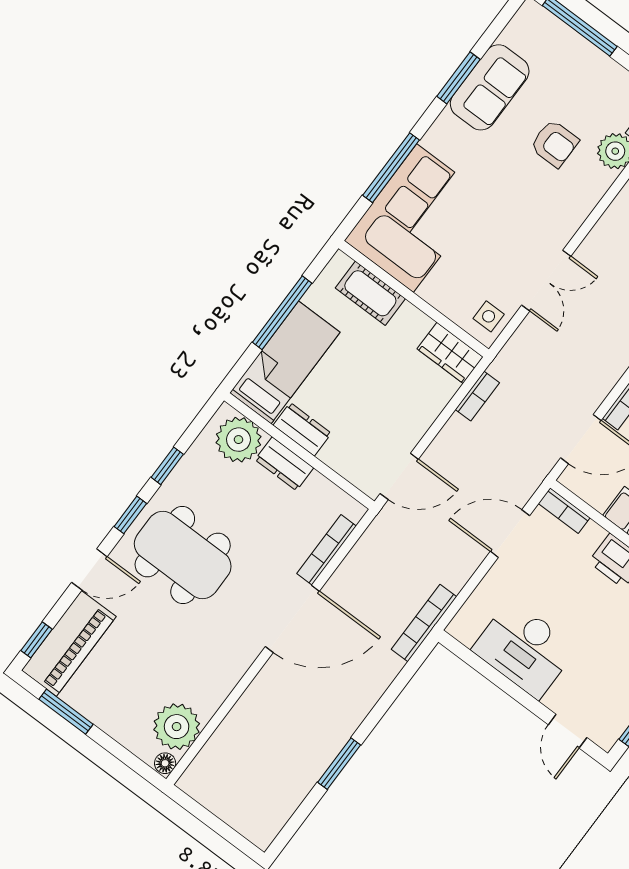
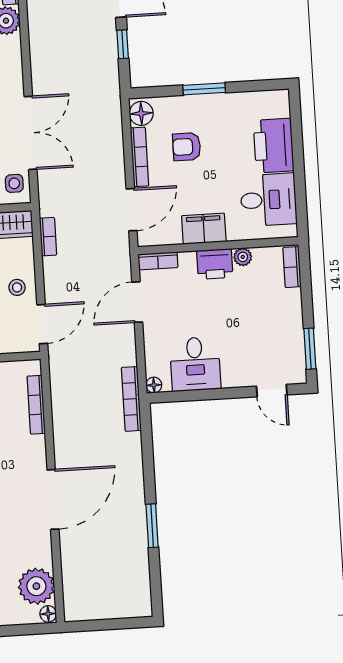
double door: (546, 281) -> (31, 133), width x1.37
stool: (405, 420) -> (17, 287), added
door: (292, 619) -> (53, 499), moved
floor lamp: (457, 628) -> (154, 385), added
desk: (524, 649) -> (195, 364), width x0.73

